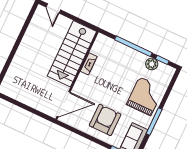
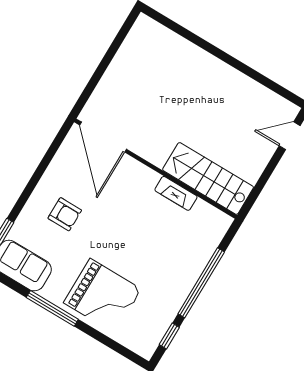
stairs: (72, 54) -> (208, 178), width x0.73, depth x0.66
plant: (152, 64) -> (164, 315), removed
armchair: (105, 120) -> (65, 214), width x0.53, depth x0.53

